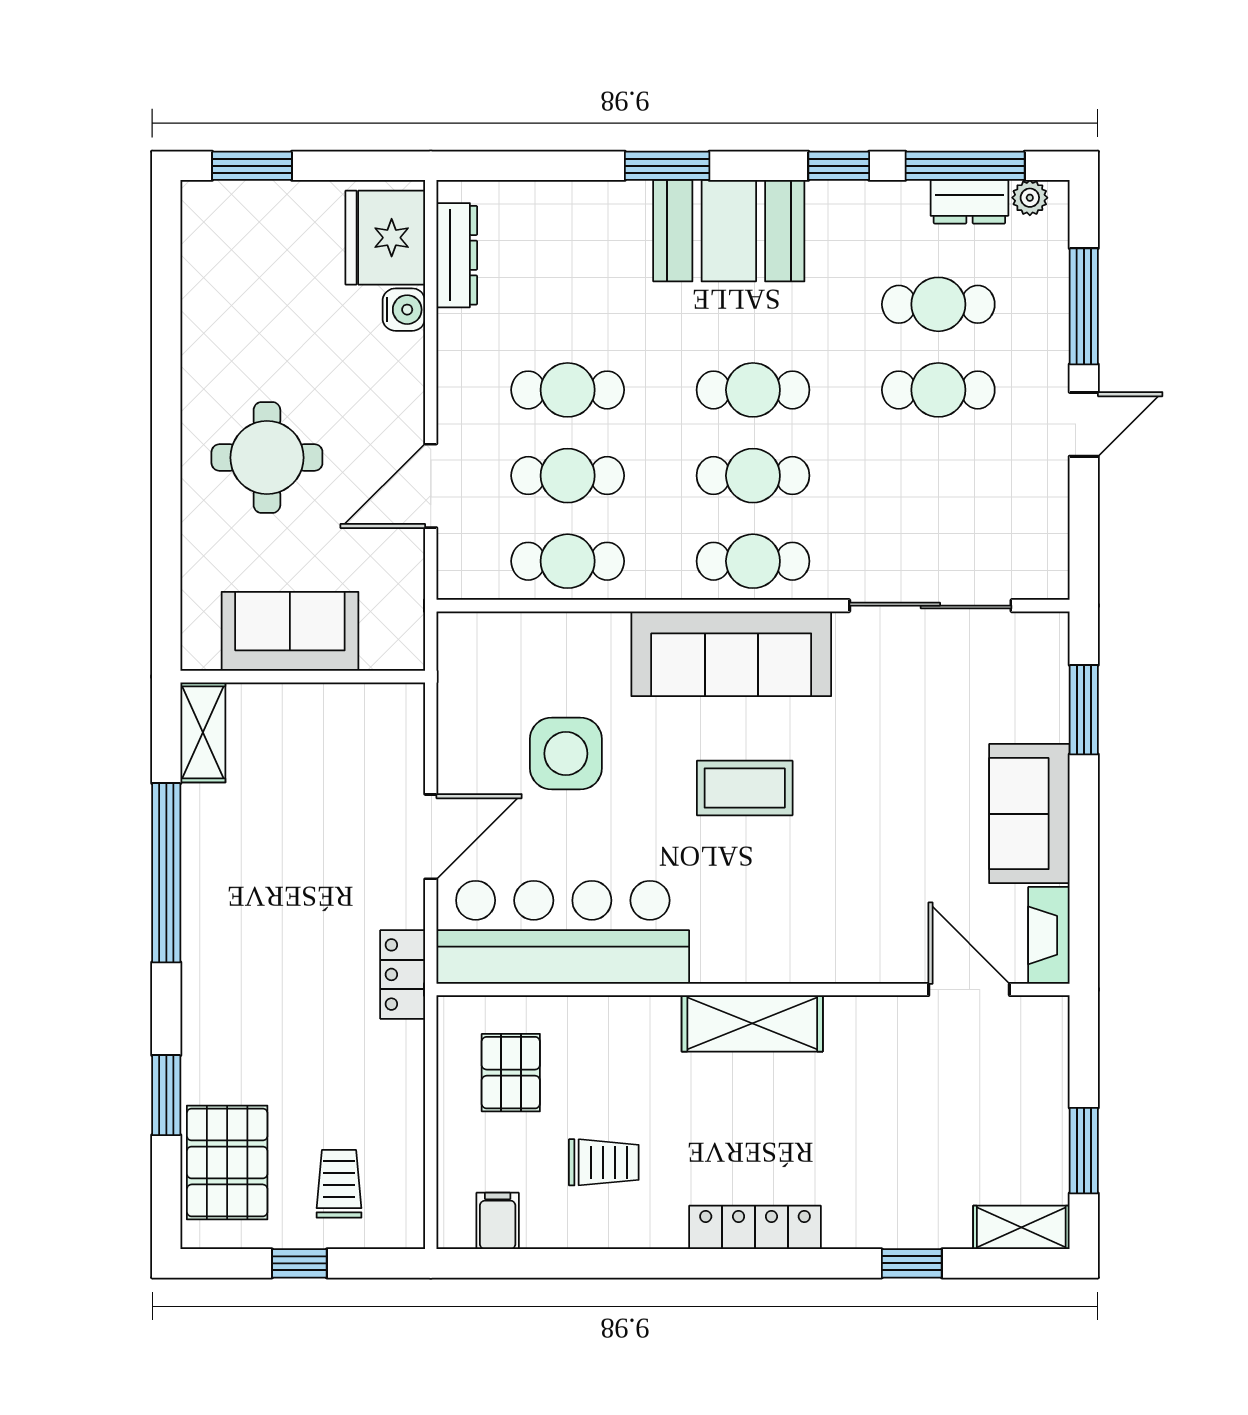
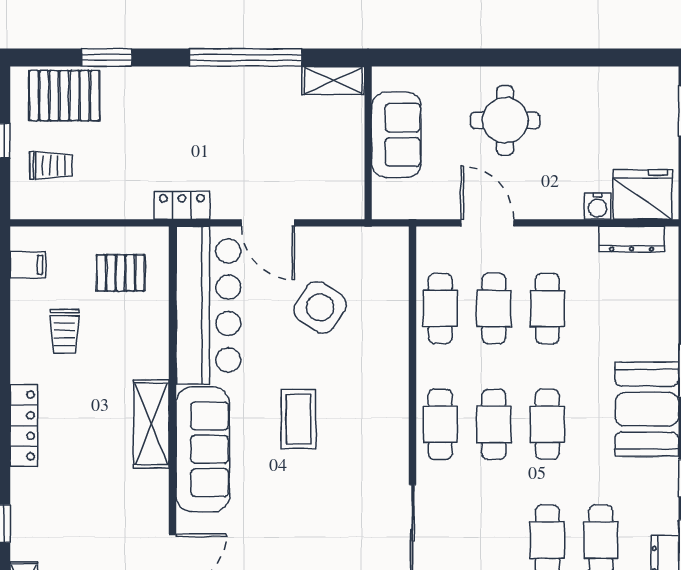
sofa: (731, 654) -> (203, 449), moved, turned 180
side table: (566, 754) -> (320, 307), turned 34

